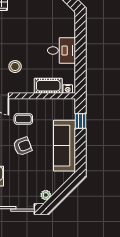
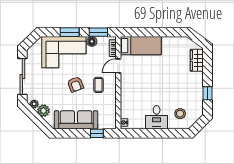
stool: (15, 67) -> (180, 114), moved
cot: (48, 86) -> (127, 106), removed
plant: (54, 184) -> (44, 111), added

